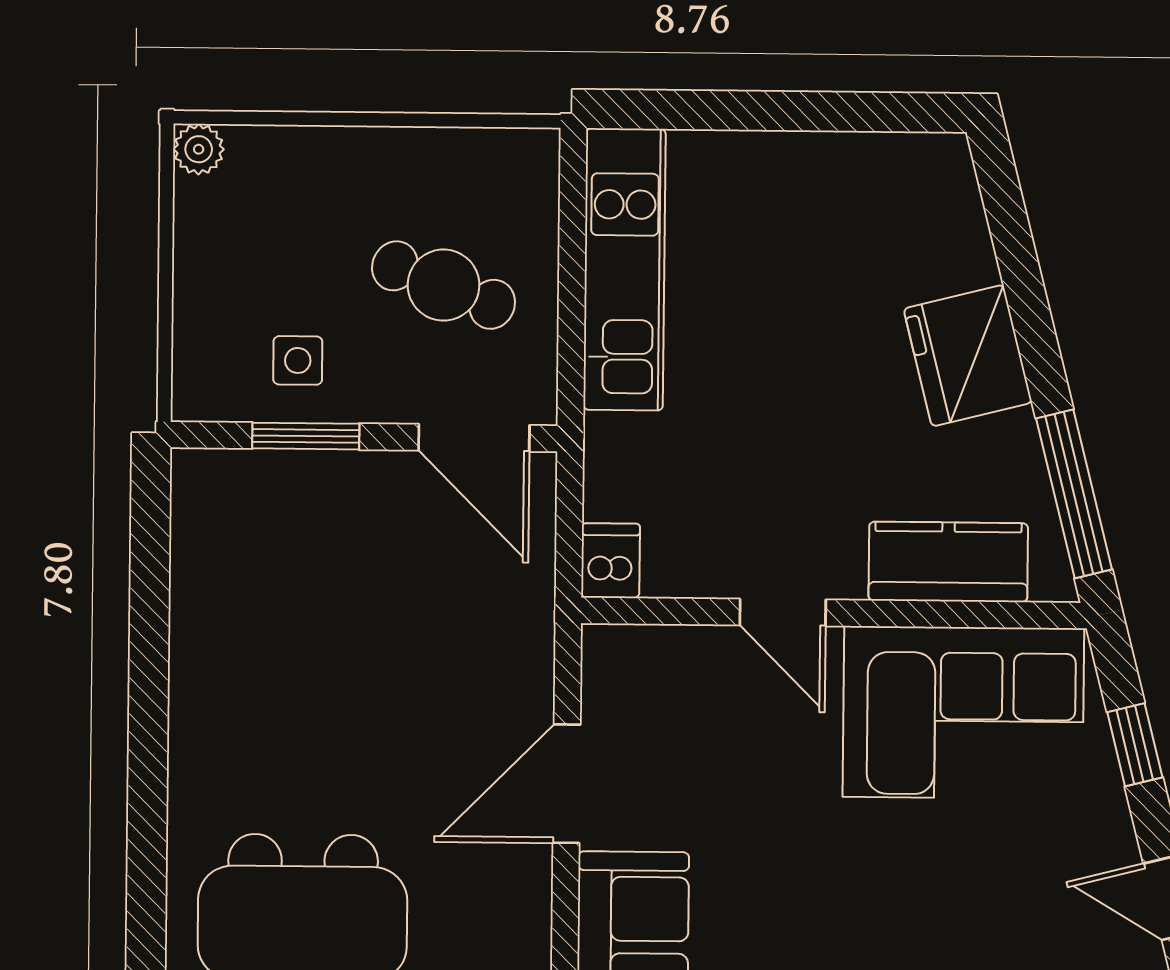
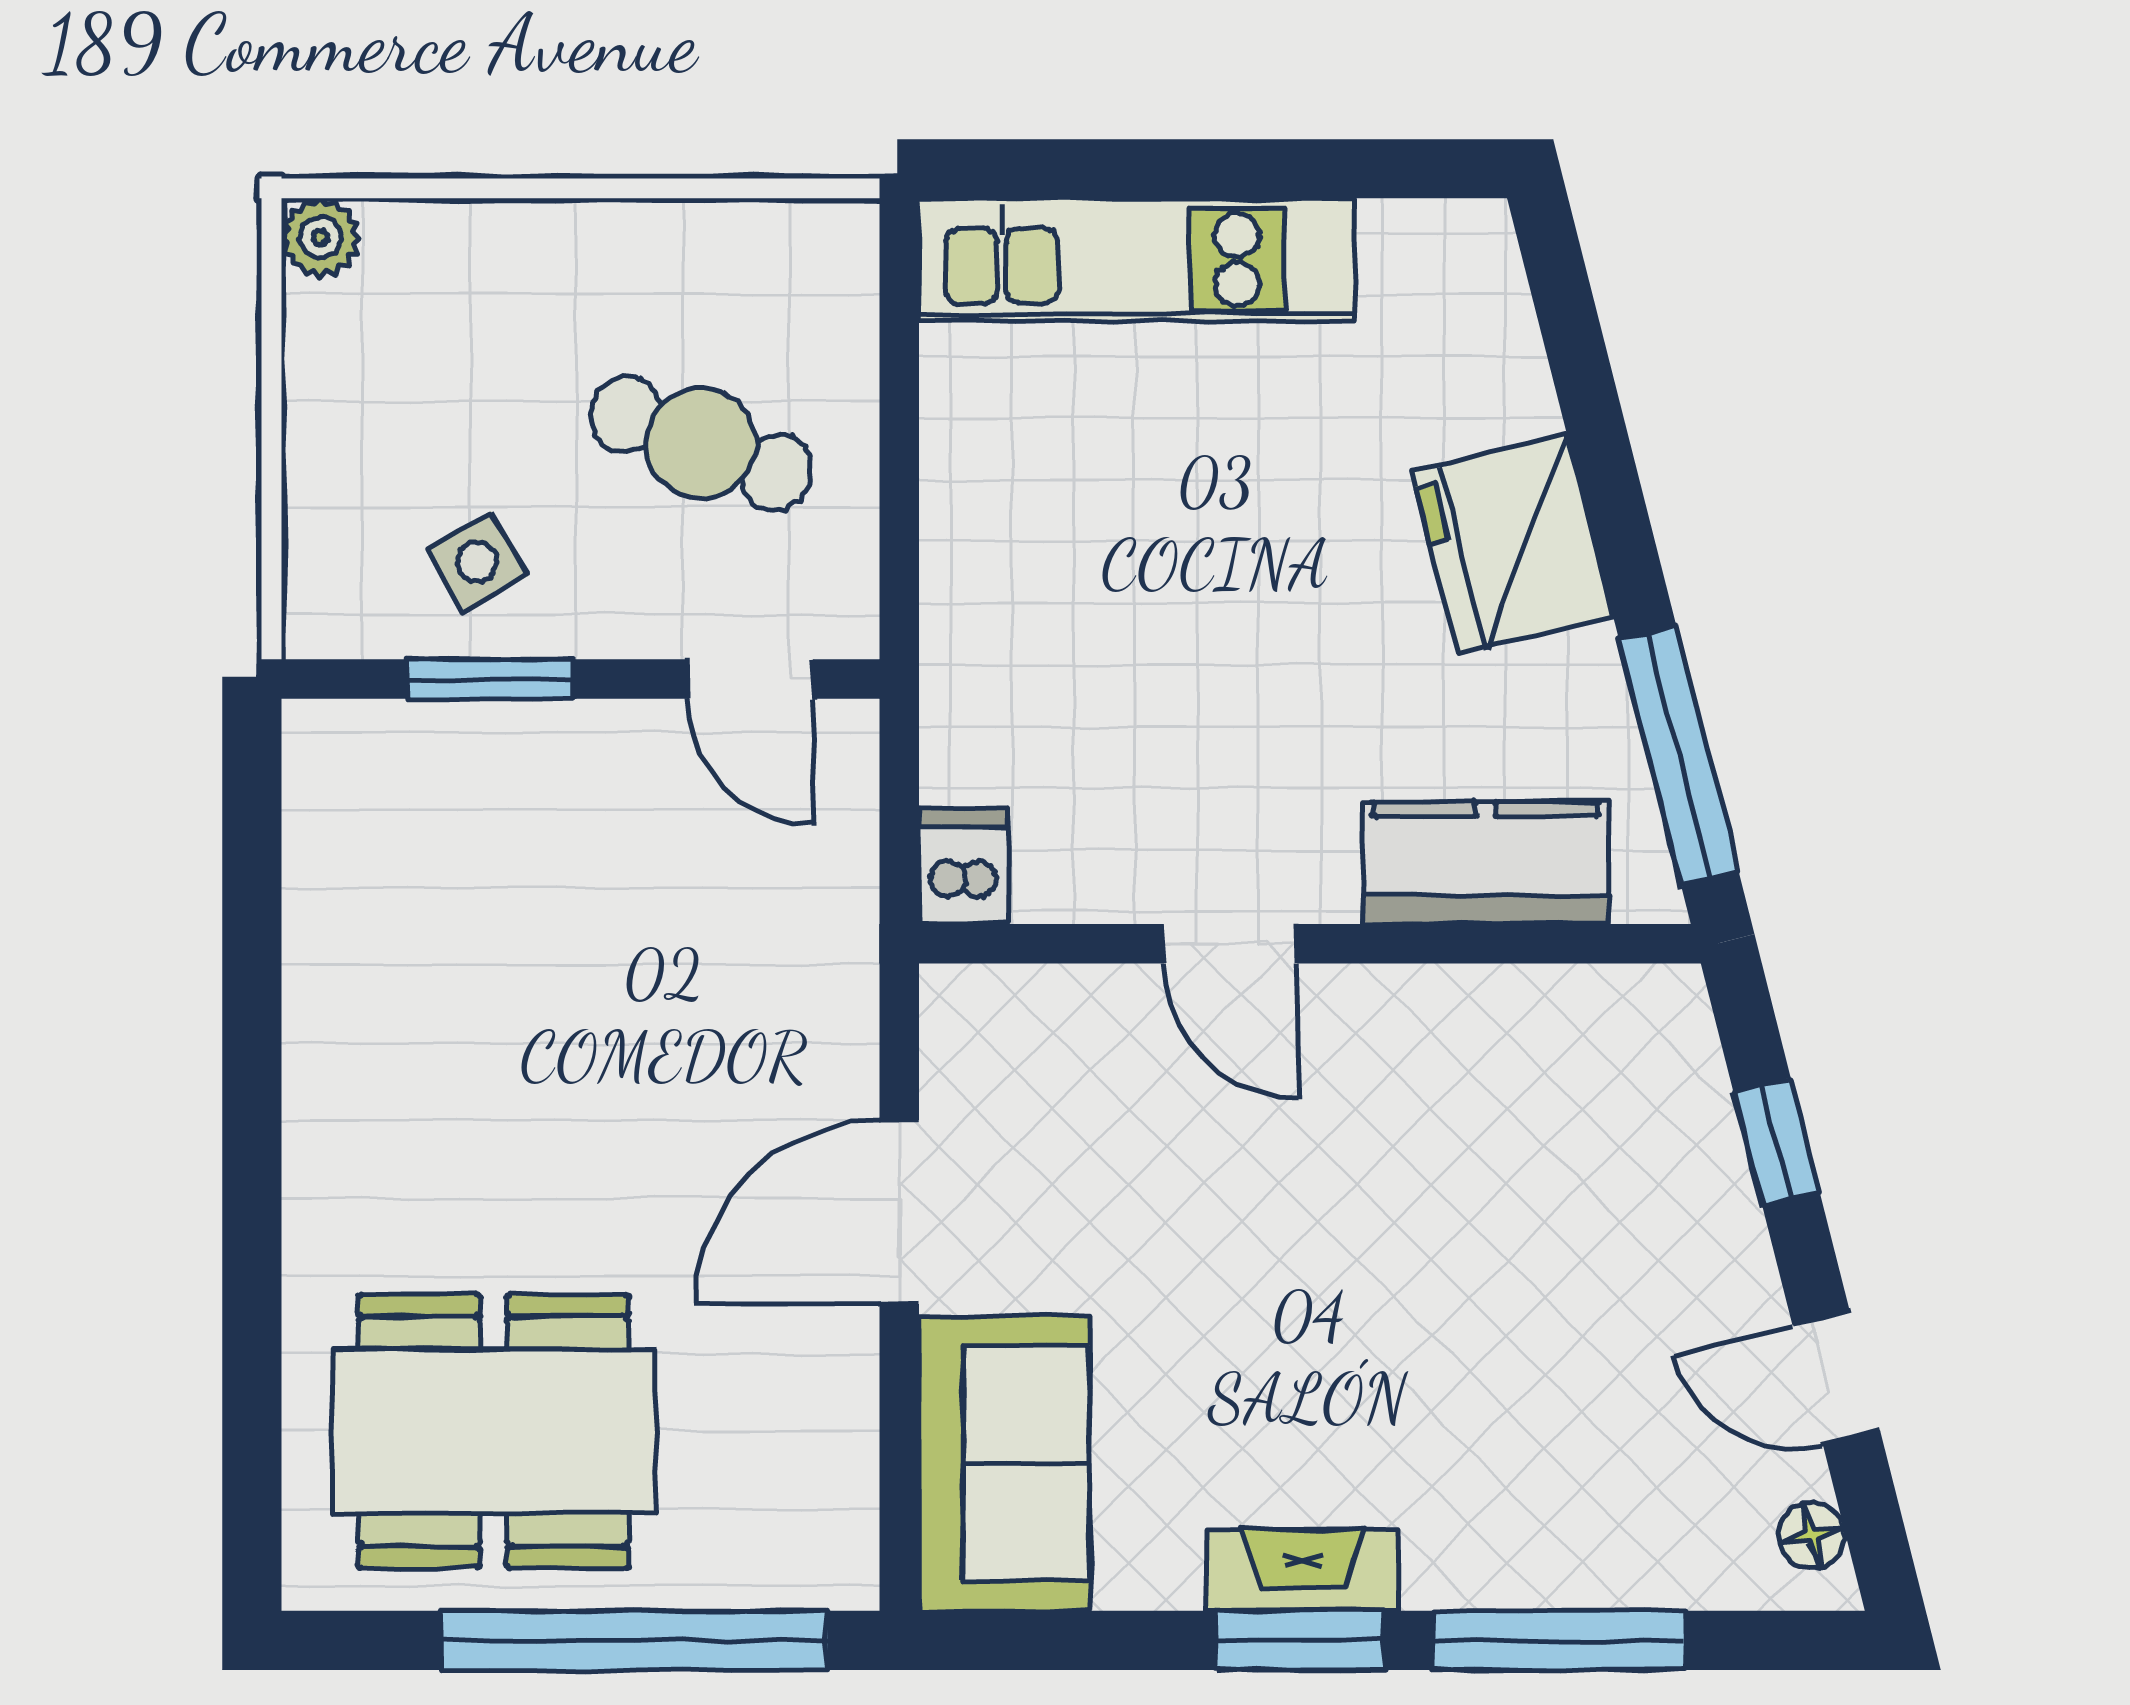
kitchen unit: (624, 269) -> (1137, 260), moved, turned 90
side table: (298, 360) -> (477, 562), turned -30
door: (474, 438) -> (751, 679), width x0.73
corner sofa: (963, 713) -> (1511, 1096), removed

